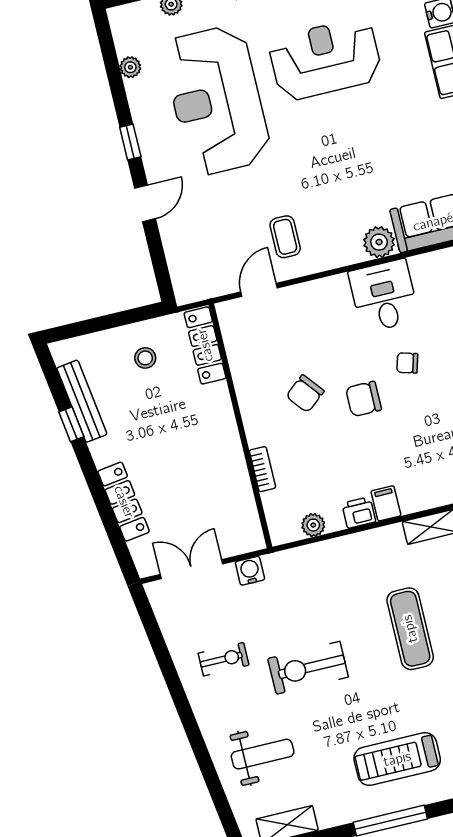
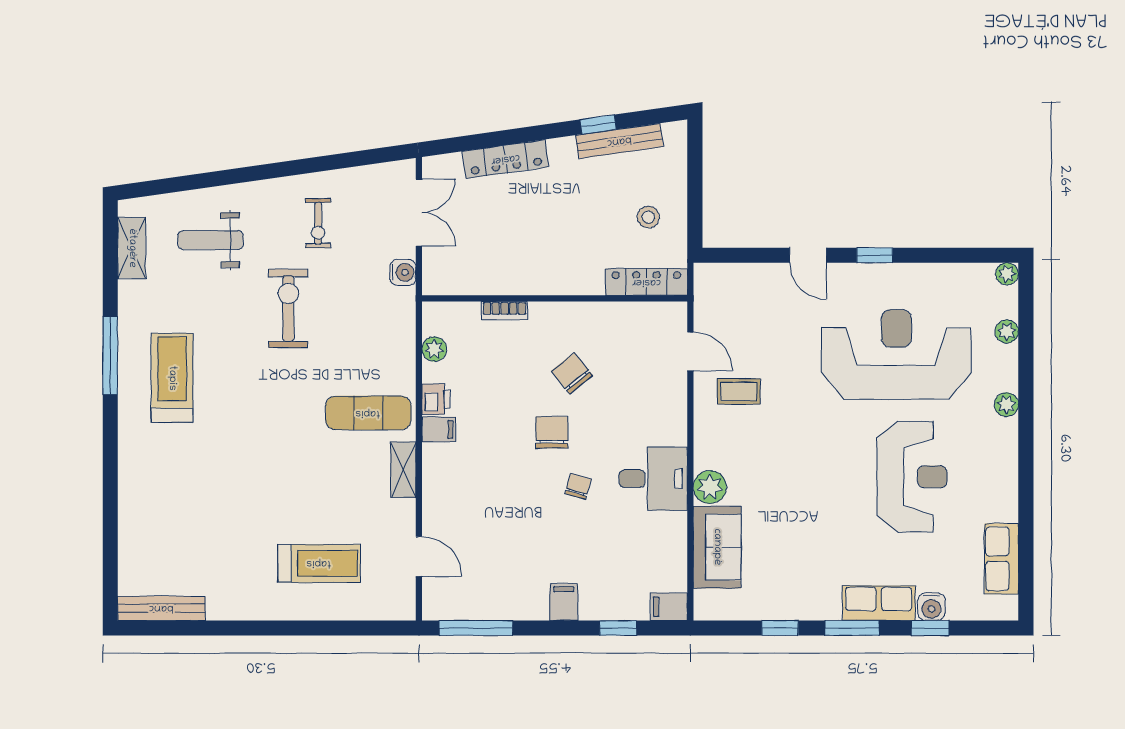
plant: (130, 67) -> (1007, 274), moved
exercise mat: (410, 629) -> (368, 413), moved
weight bench: (263, 754) -> (211, 240), turned 90

